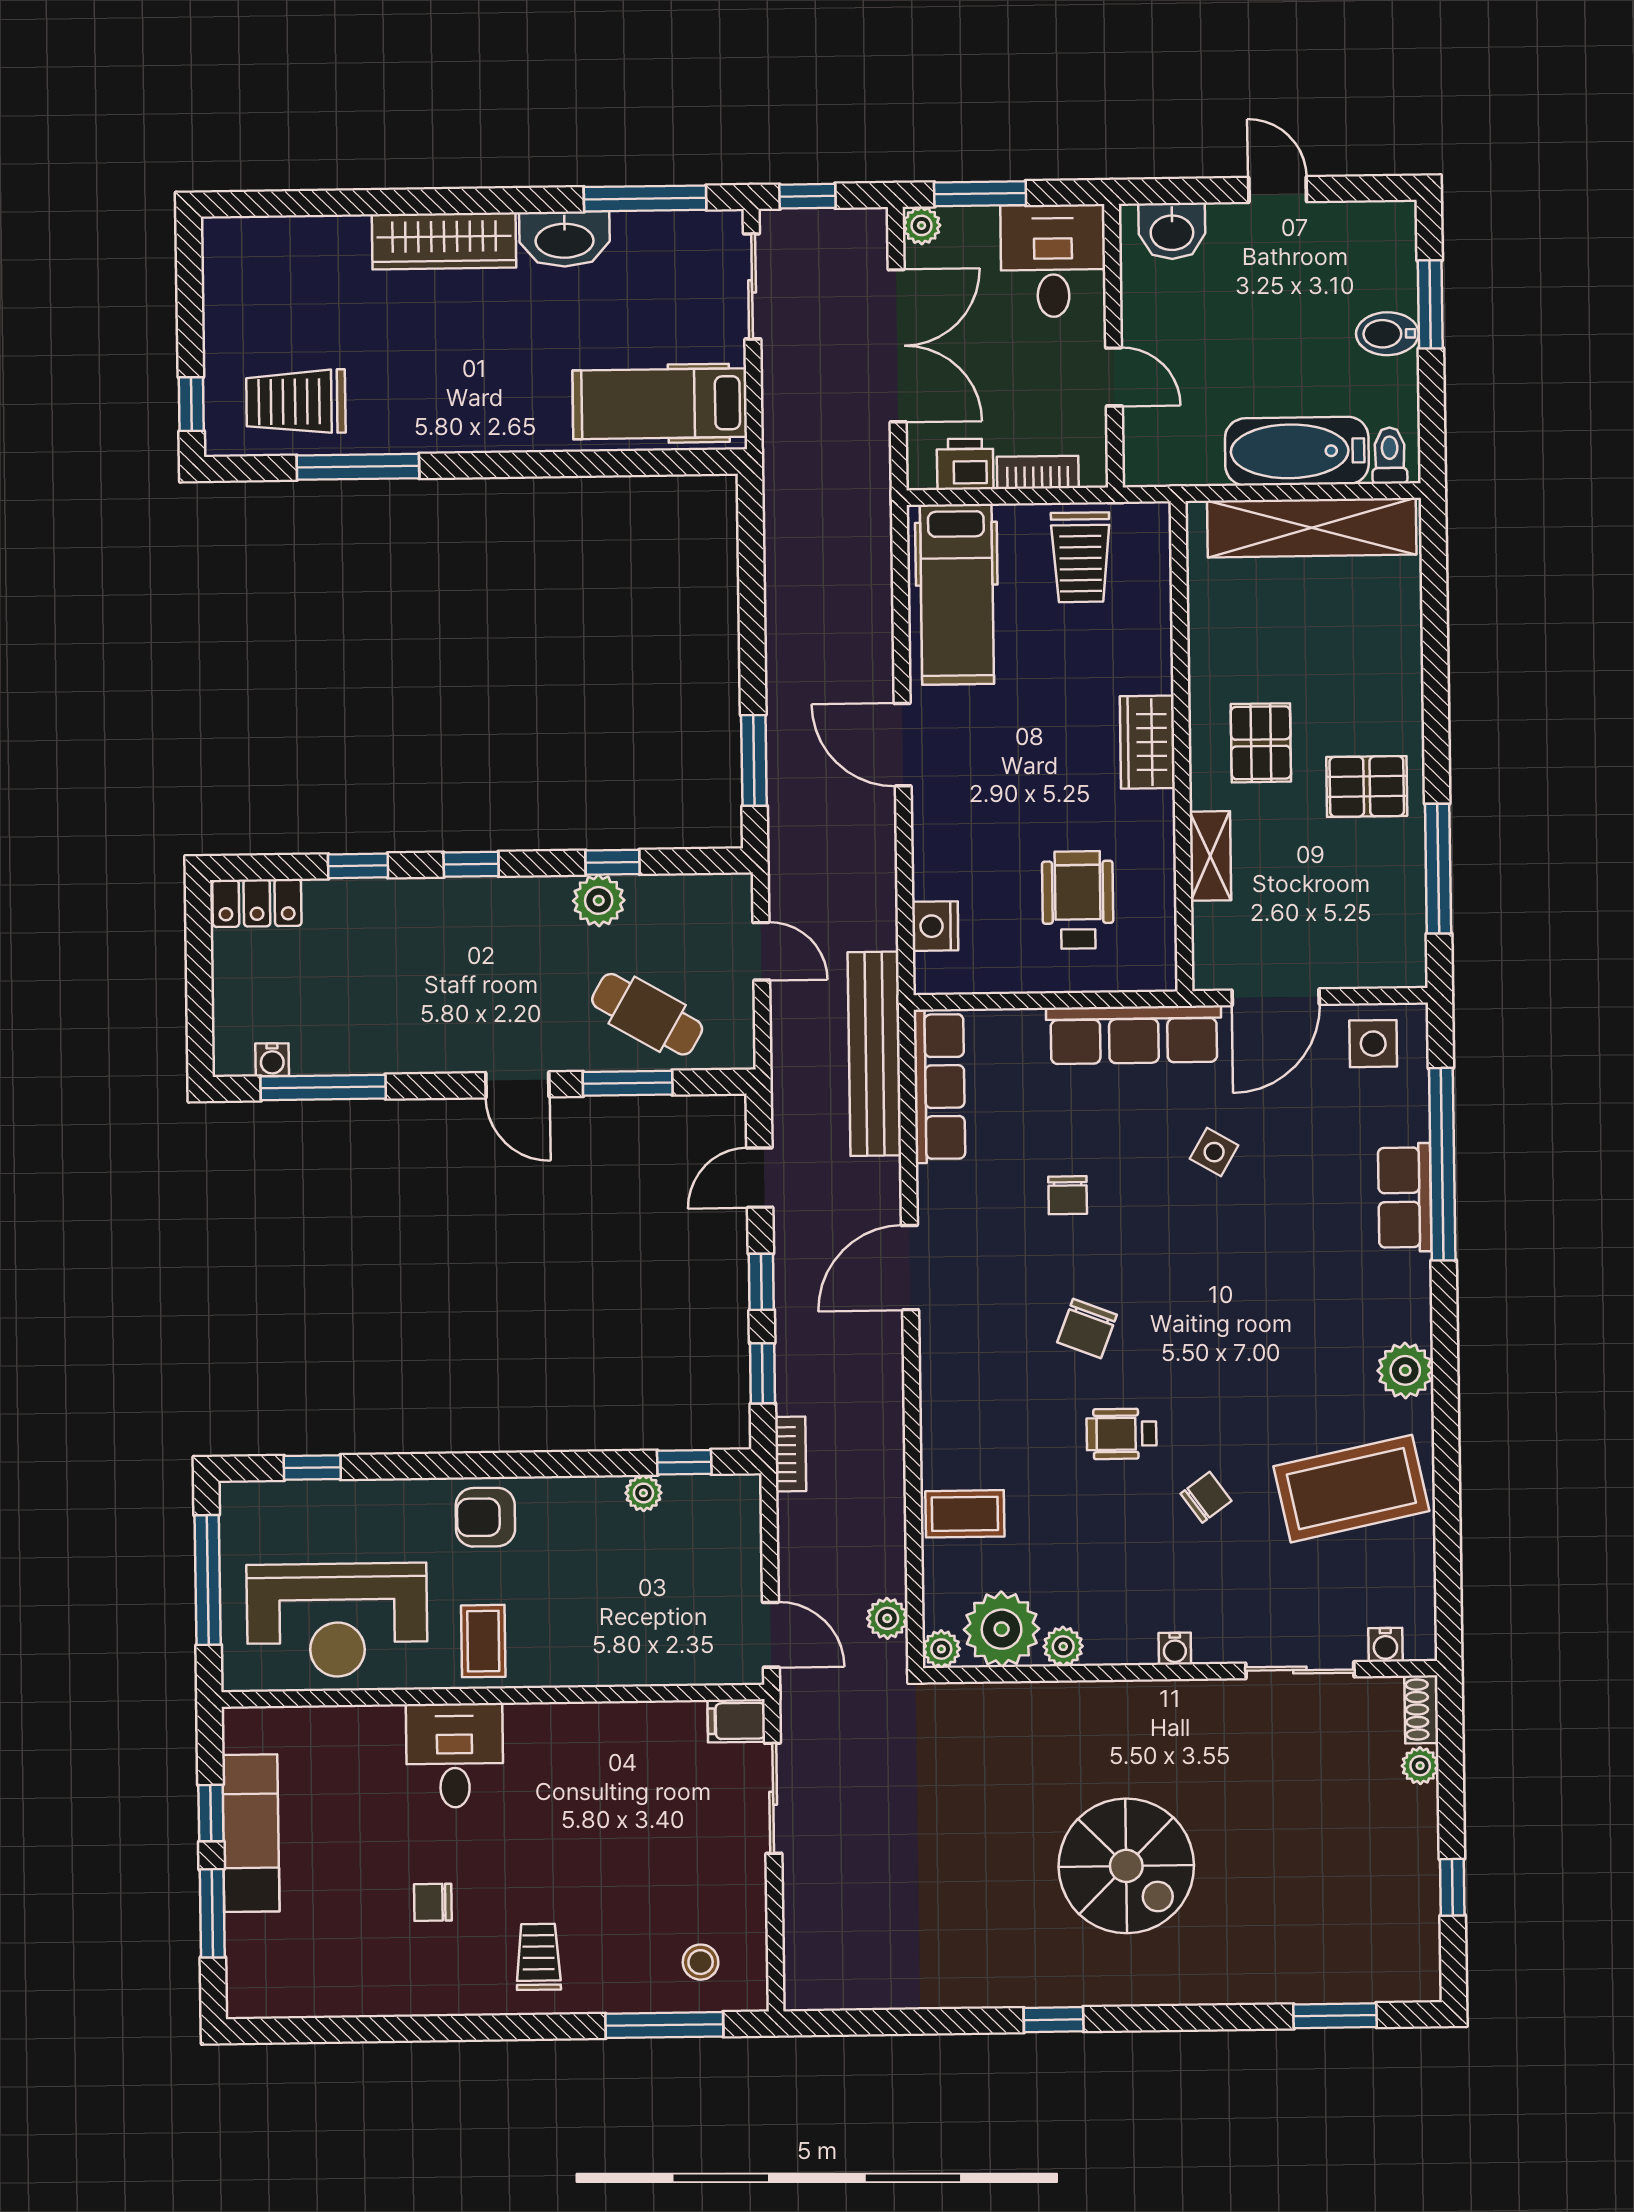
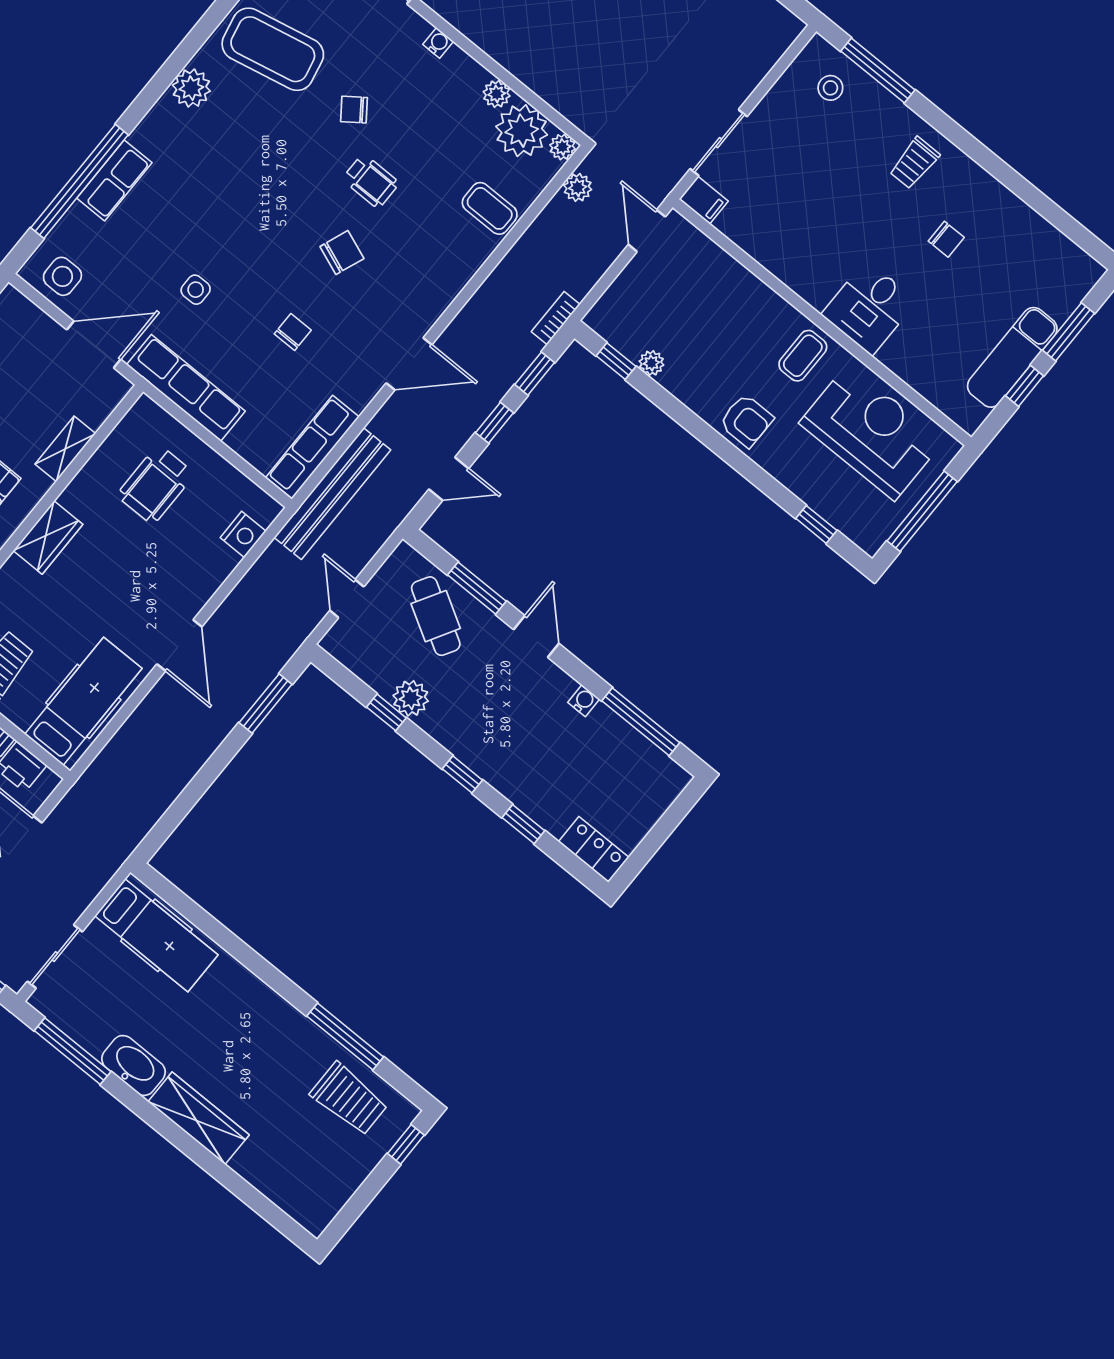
water cooler: (272, 1060) -> (584, 701), moved
side table: (1214, 1152) -> (196, 290), turned -30

